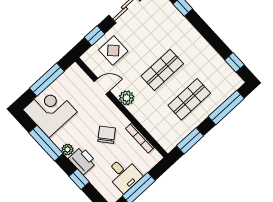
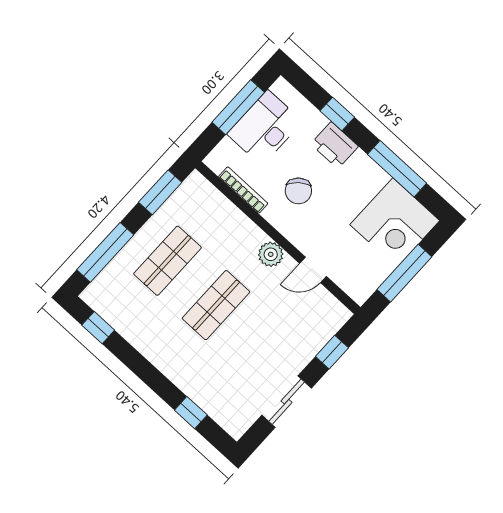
display table: (113, 51) -> (299, 330), removed
plant: (67, 149) -> (361, 161), removed
desk: (124, 175) -> (265, 128), width x1.37

